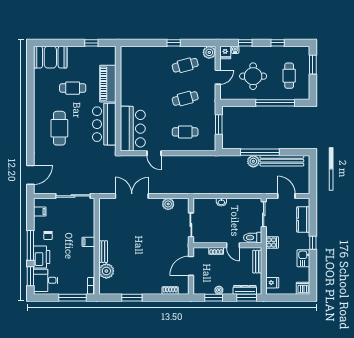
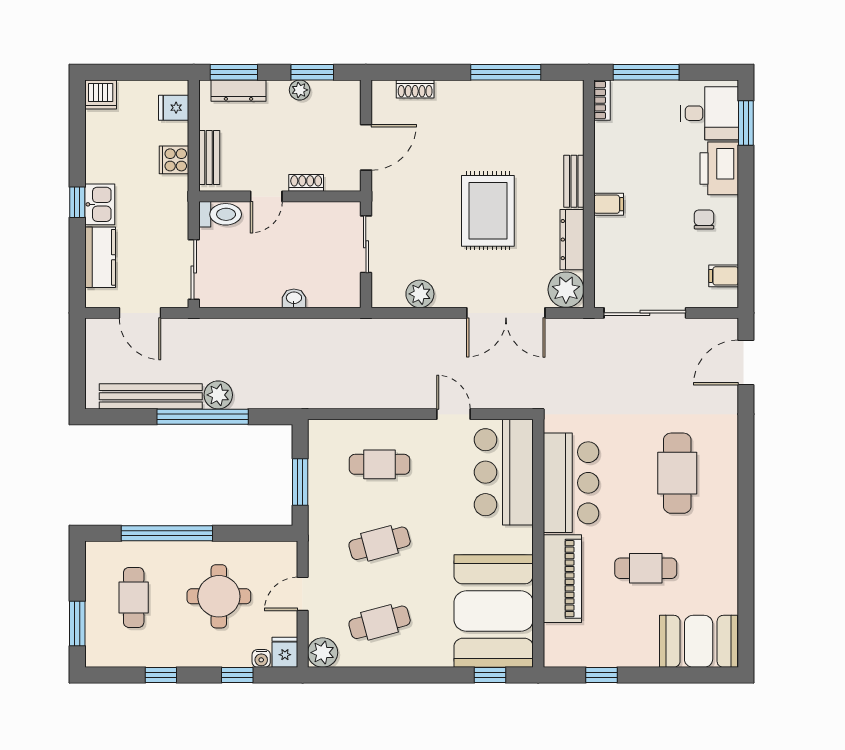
window: (174, 43) -> (490, 675), moved
booth: (137, 70) -> (494, 611), added
dresser: (104, 227) -> (572, 240), added
rug: (139, 239) -> (488, 211), added
cooker: (272, 242) -> (174, 160), moved
window: (30, 245) -> (746, 196), removed
door: (233, 245) -> (266, 196), swing flipped
kitchen sink: (303, 258) -> (100, 204), moved
plant: (106, 271) -> (566, 290), moved
window: (132, 298) -> (506, 72), width x1.44

